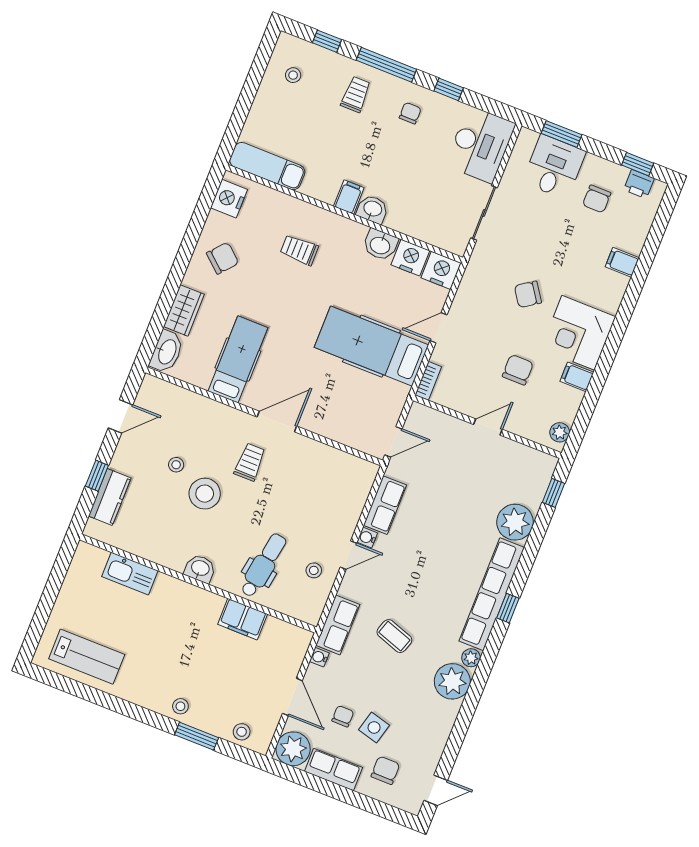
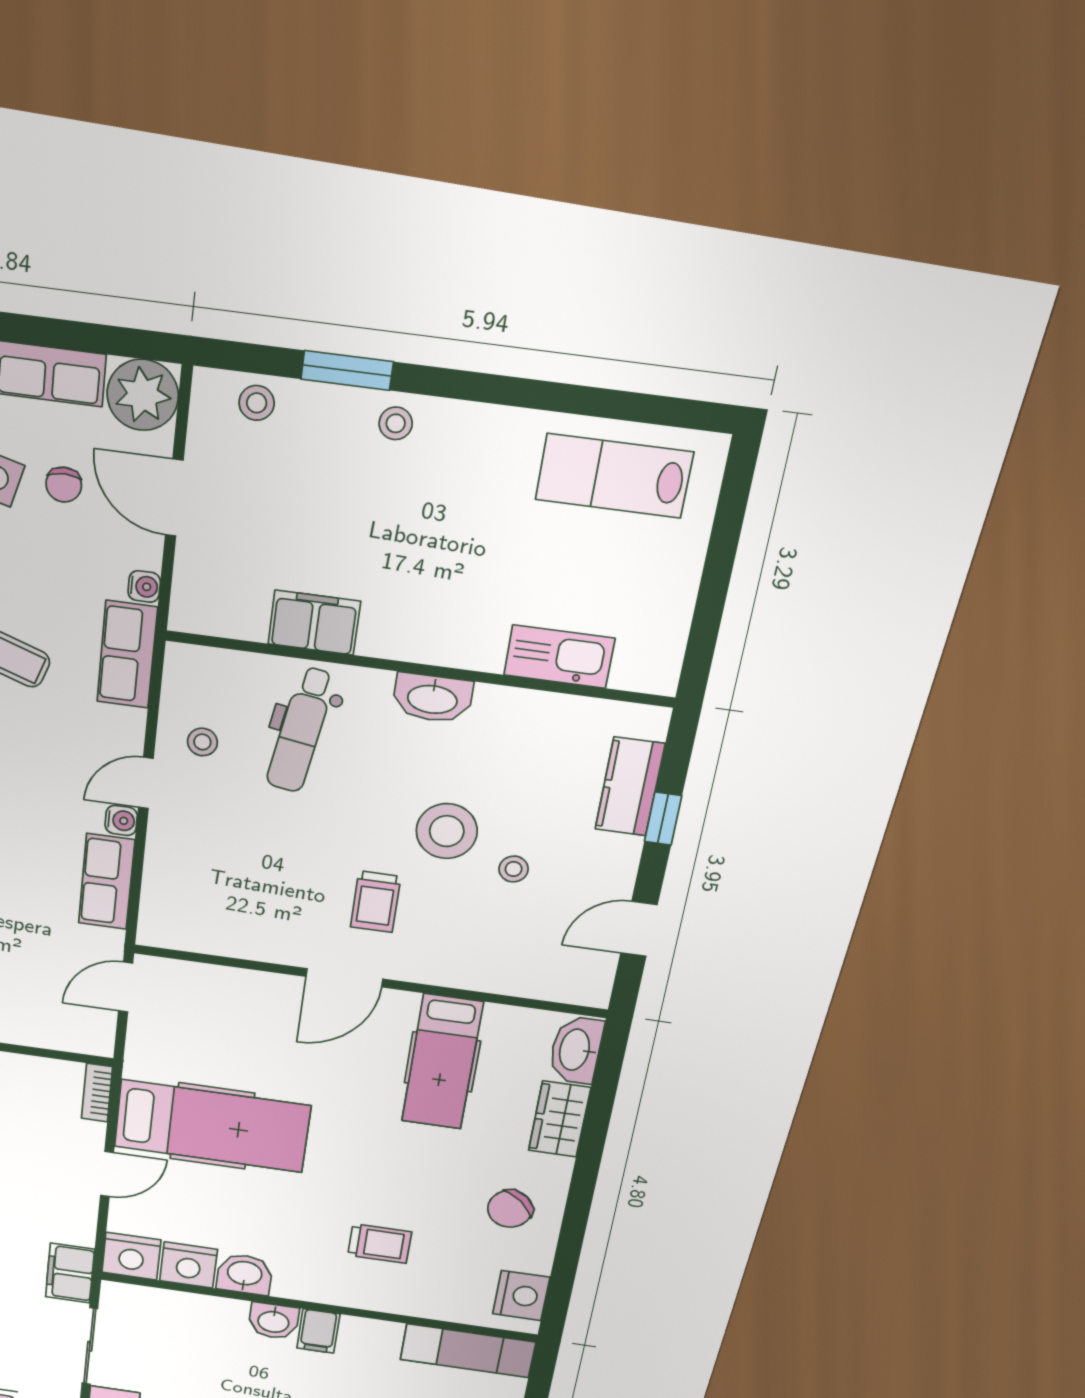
filing cabinet: (480, 266) -> (70, 1273), added
washbasin: (200, 569) -> (432, 698), width x1.38

